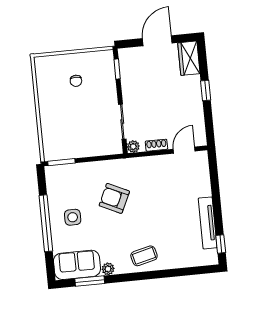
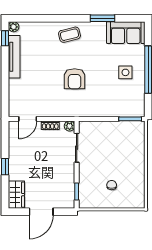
armchair: (114, 198) -> (75, 79), moved, turned 65
plant: (108, 269) -> (14, 27), moved
window: (90, 281) -> (102, 18), moved

